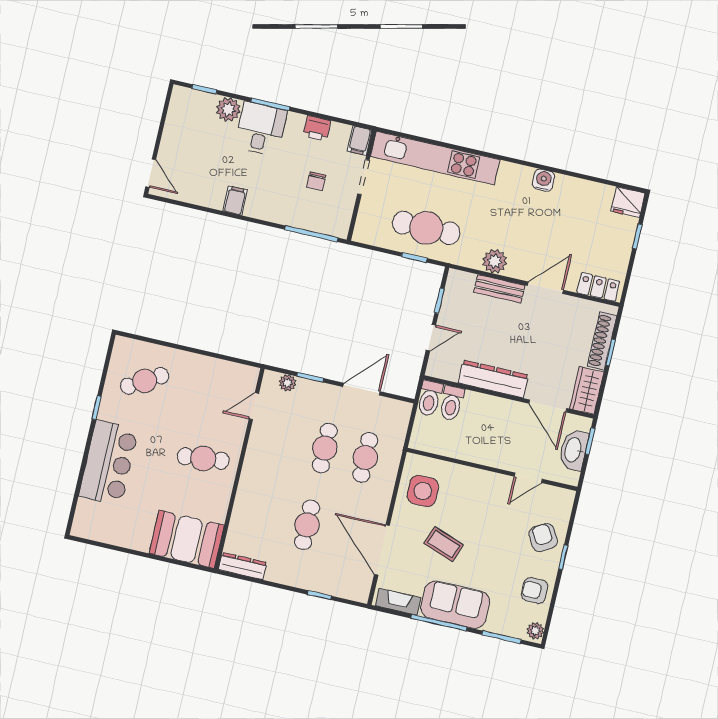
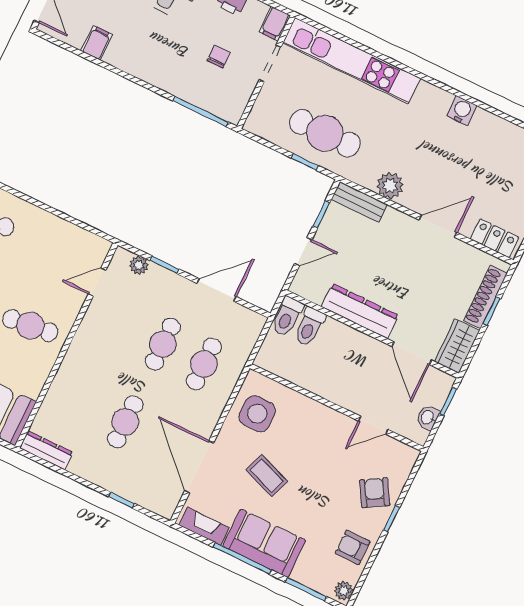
chair: (316, 181) -> (219, 56), turned 180
filing cabinet: (235, 200) -> (97, 43), moved
bench: (499, 289) -> (359, 202), moved
washbasin: (574, 450) -> (428, 418), width x0.52, depth x0.69

